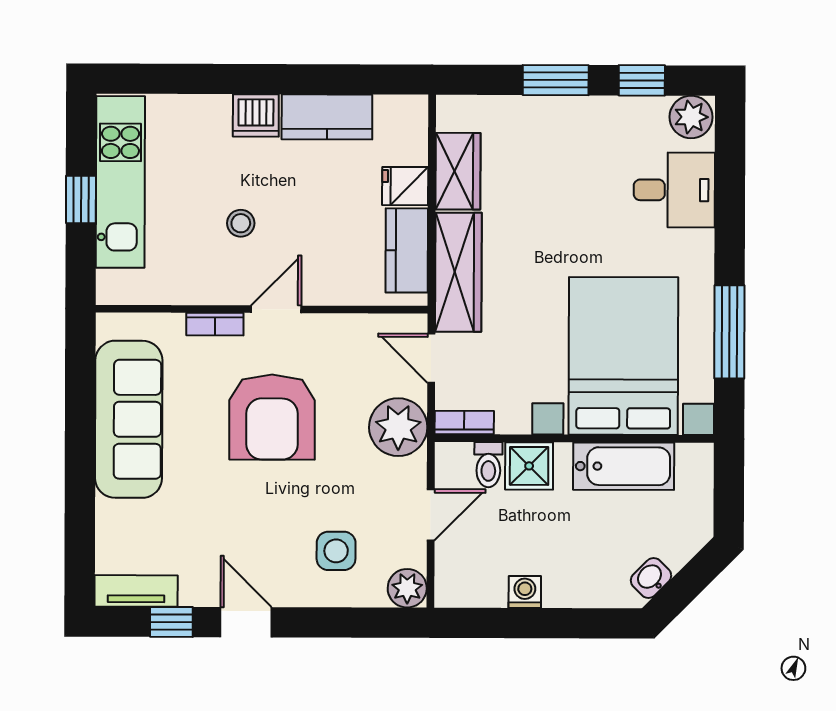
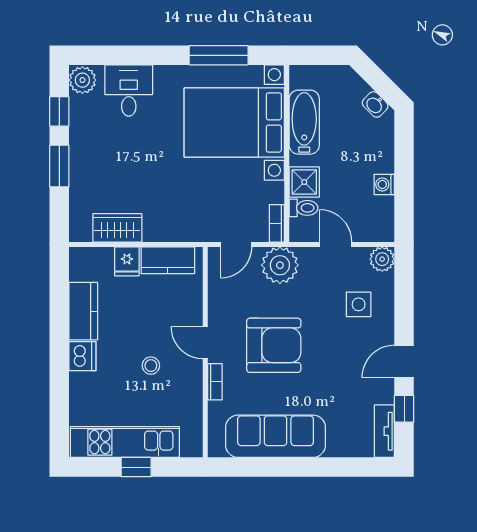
wardrobe: (458, 272) -> (182, 227), removed

